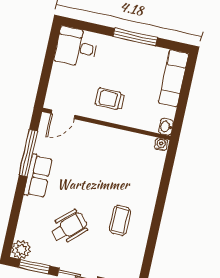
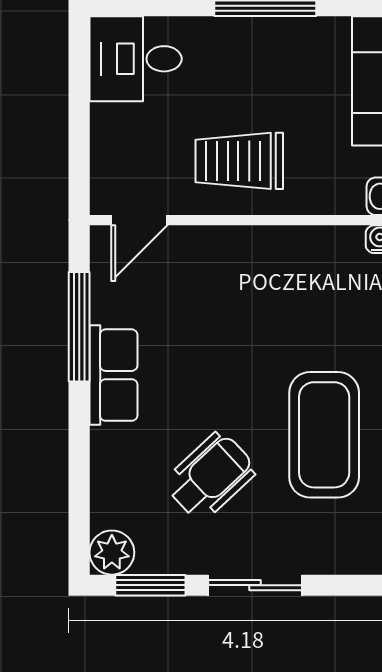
trolley: (110, 99) -> (239, 161), width x1.36, depth x1.39
coffee table: (120, 220) -> (324, 435), width x1.86, depth x1.72

